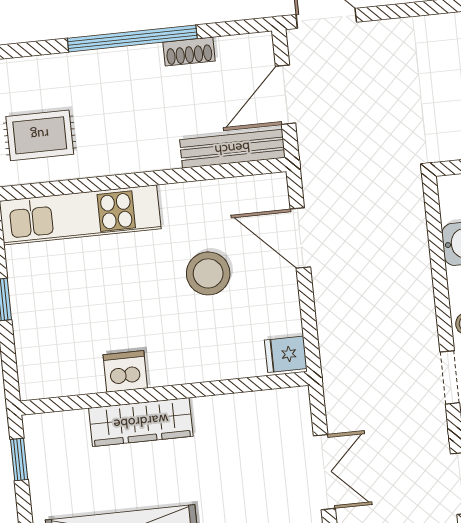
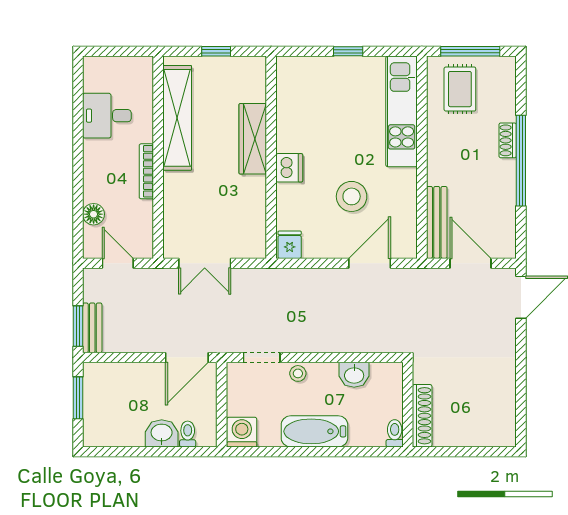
shoe rack: (189, 52) -> (508, 140), moved
dishwasher: (125, 371) -> (289, 168), moved
window: (19, 460) -> (216, 51), moved

